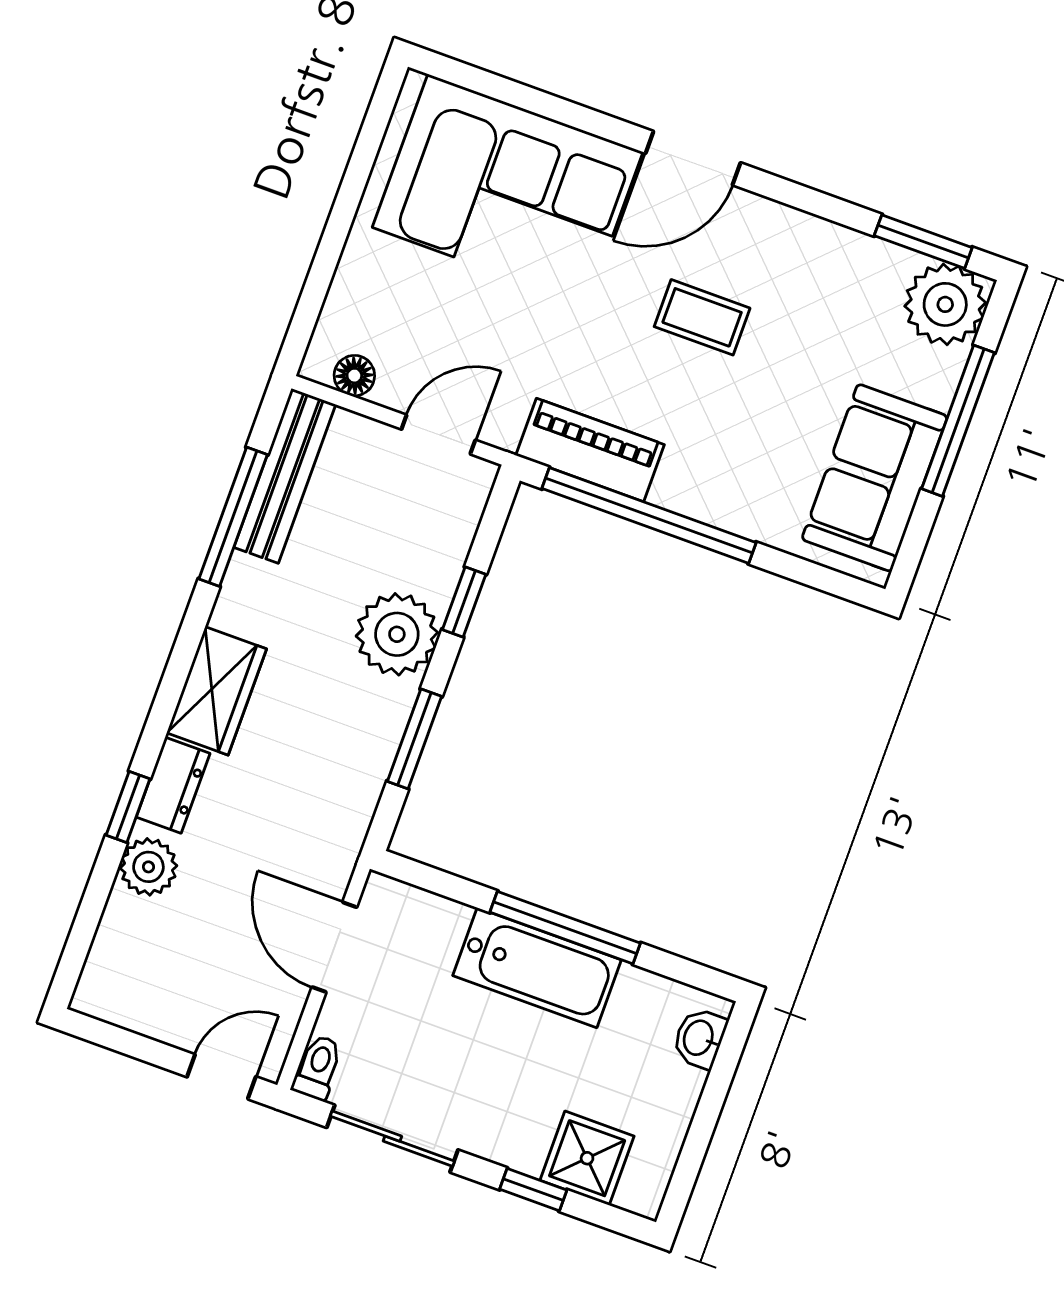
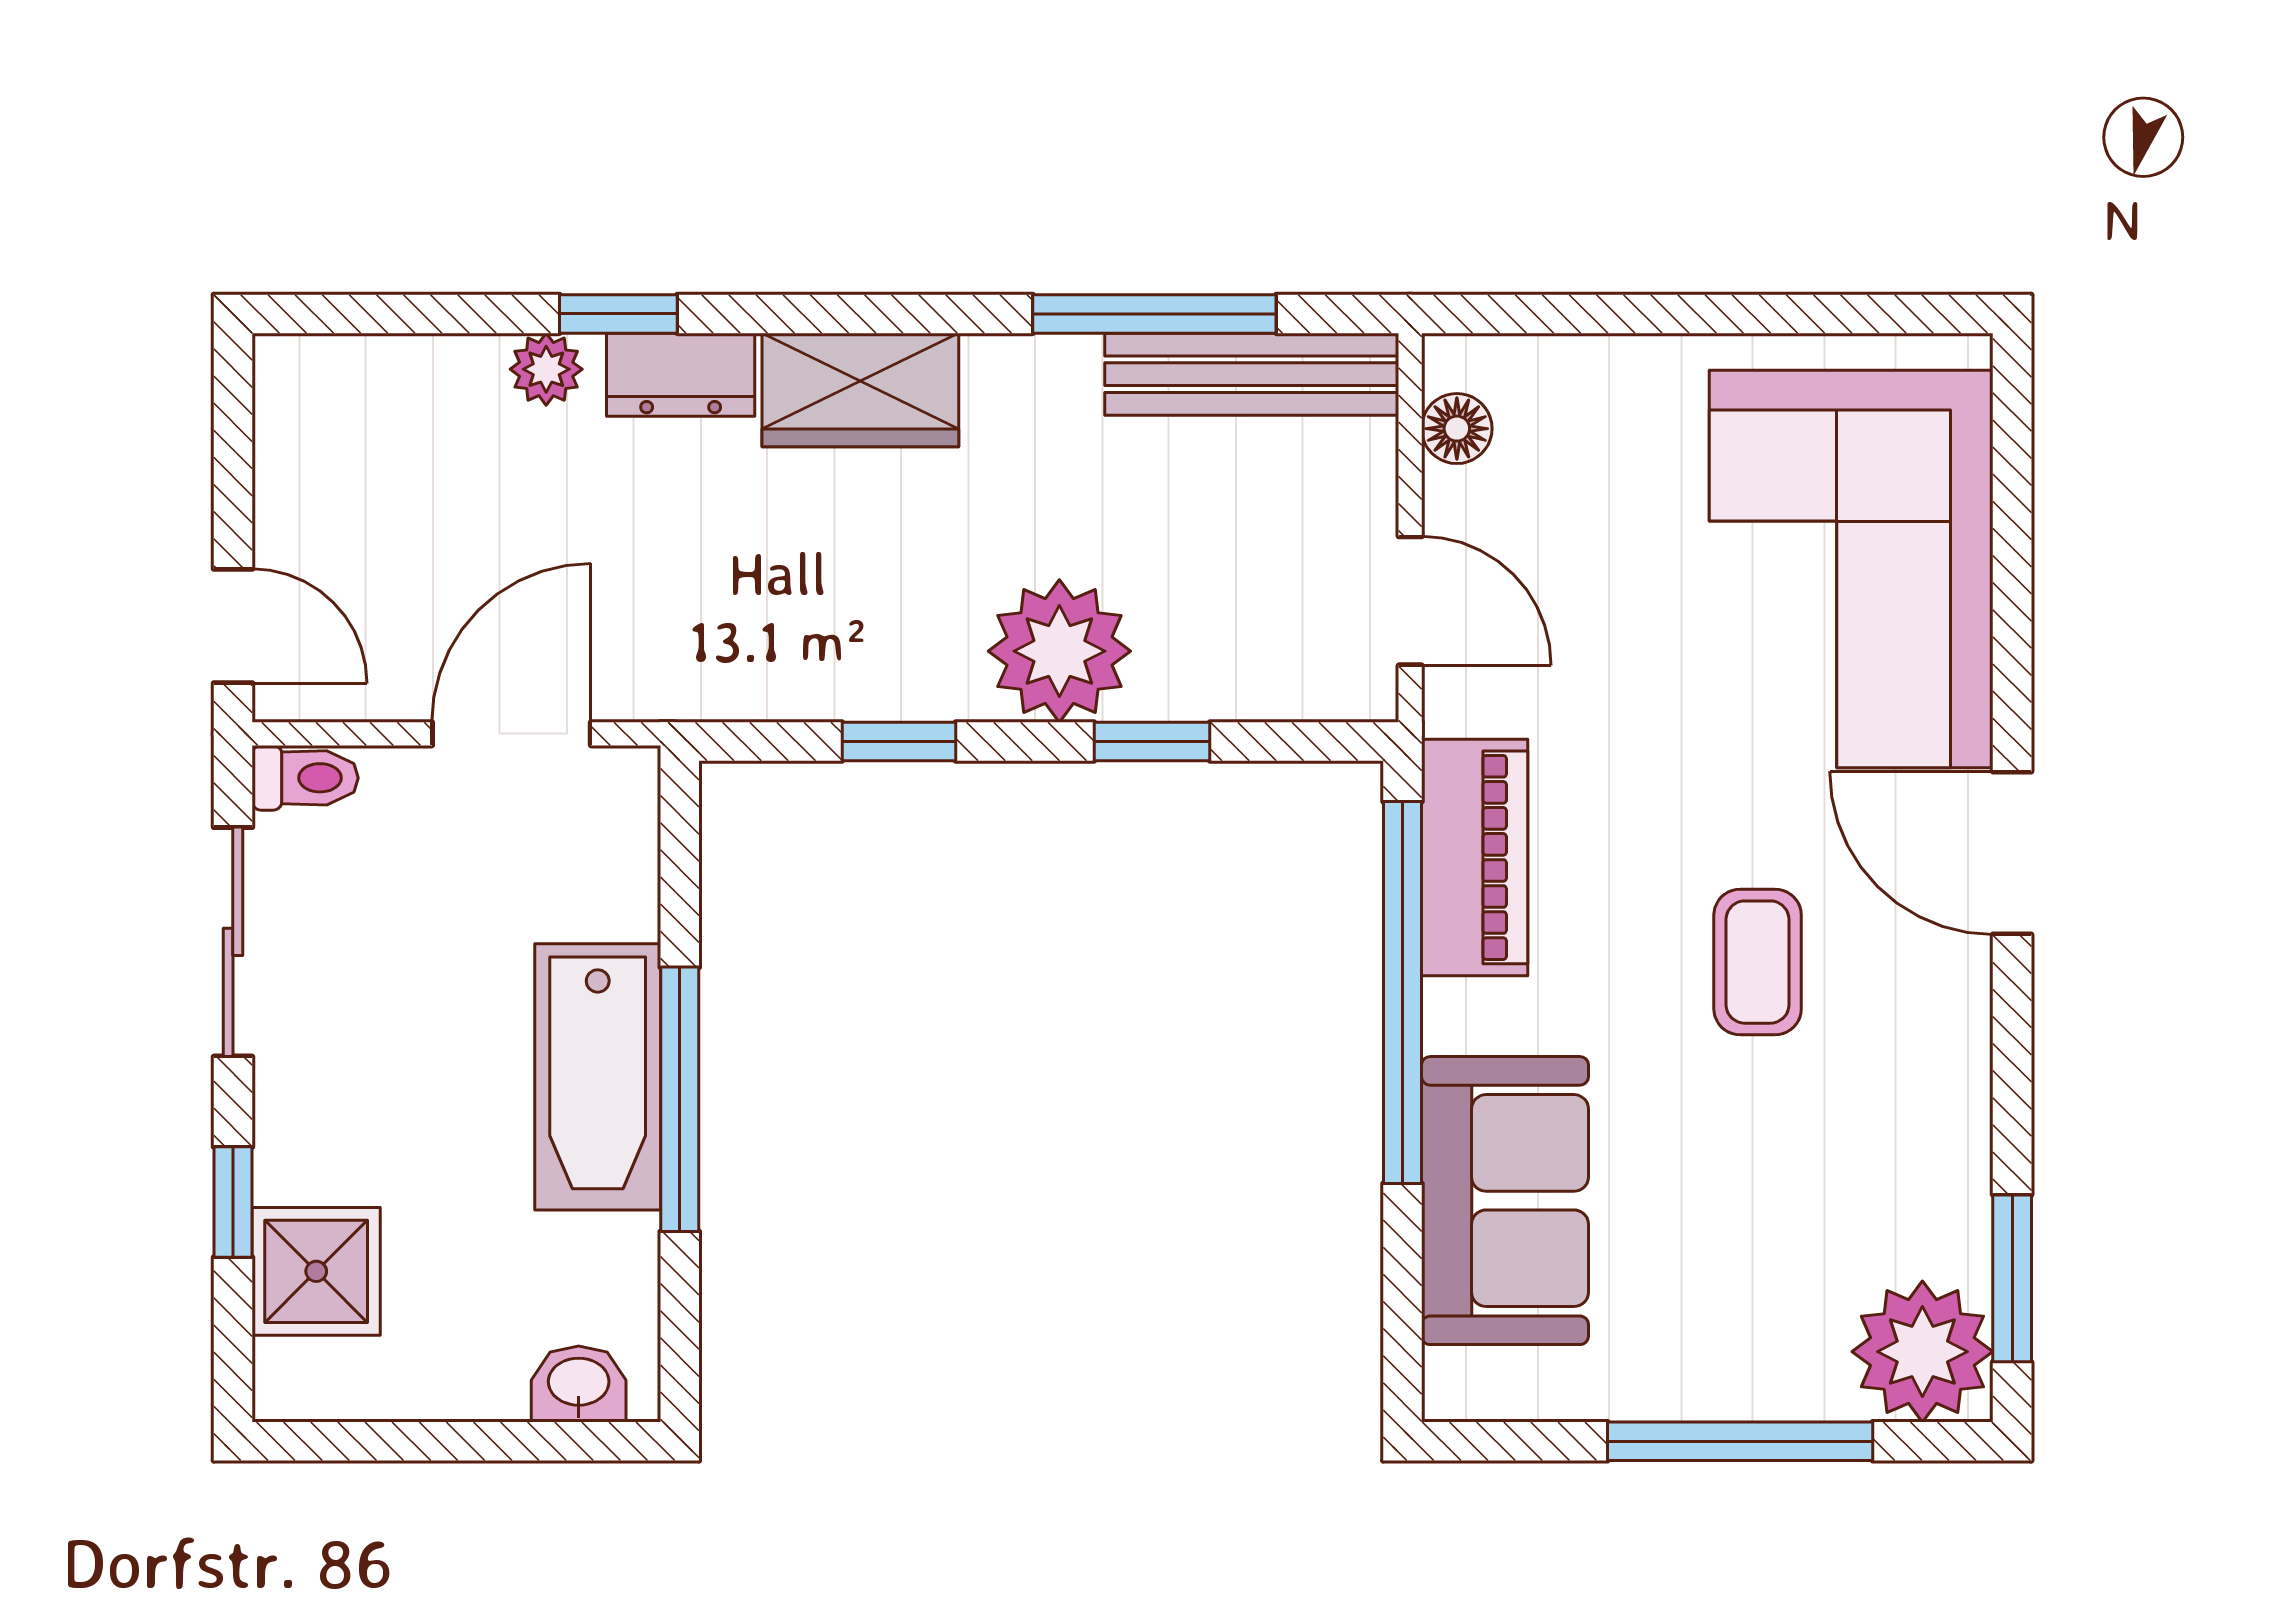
sofa: (875, 478) -> (1505, 1201), moved, turned 90
window: (414, 739) -> (899, 741), width x0.67
plant: (148, 867) -> (546, 369), width x0.73, depth x0.73

